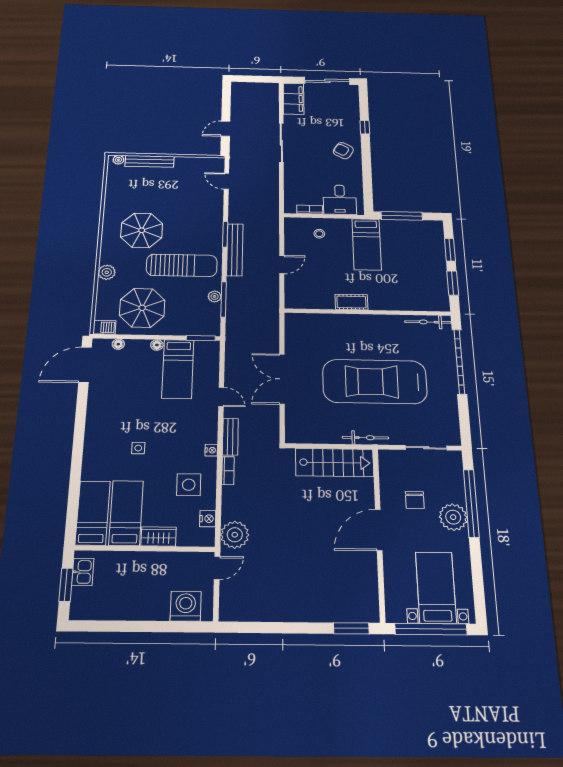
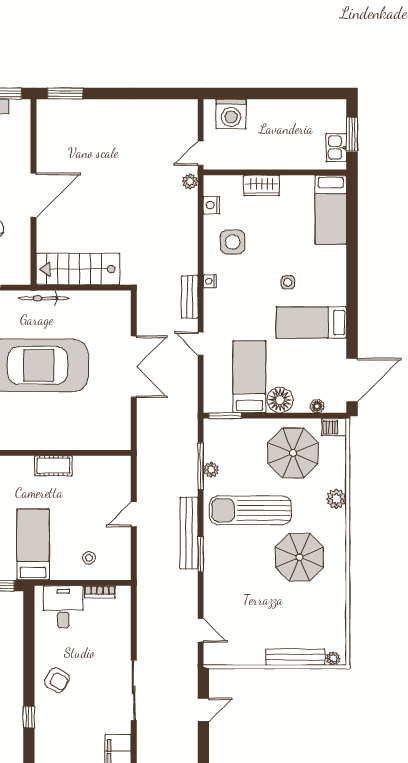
floor lamp: (157, 345) -> (280, 400), width x1.89, depth x1.89
bookcase: (228, 471) -> (192, 258), removed
bed: (126, 513) -> (311, 322), moved, turned 90
plant: (235, 535) -> (190, 181), width x0.53, depth x0.53

